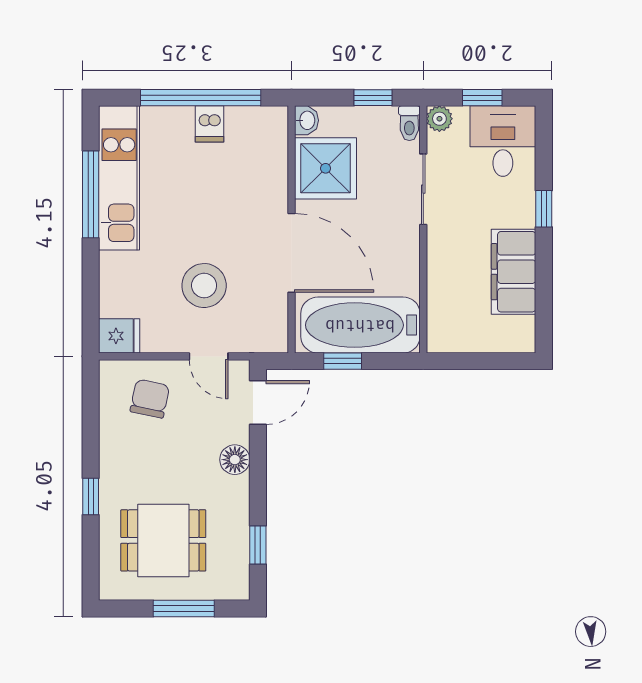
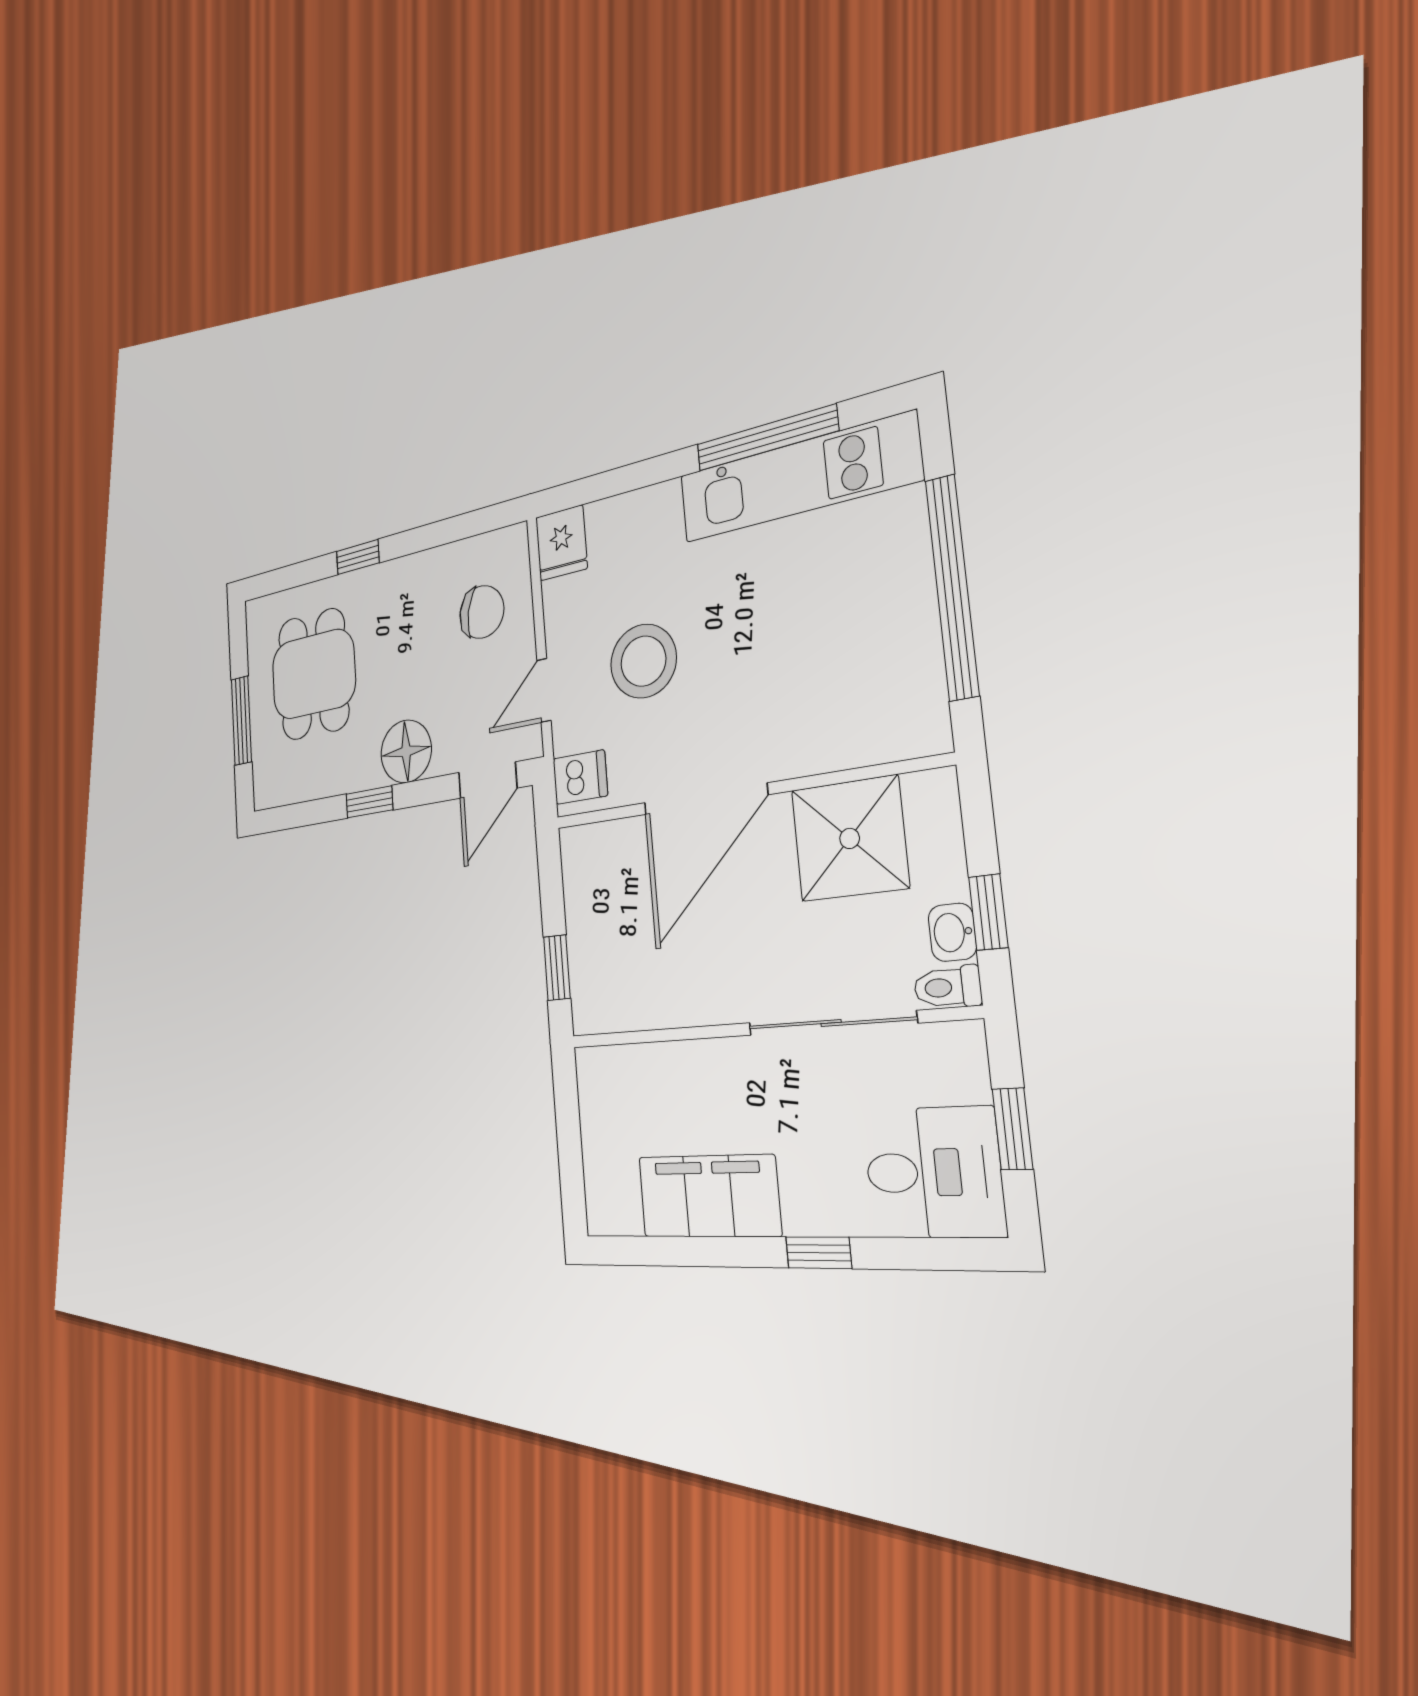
plant: (439, 119) -> (962, 1045), removed
washbasin: (307, 120) -> (952, 932), moved, turned 90
dishwasher: (209, 124) -> (580, 777), moved, turned 180
sliding door: (423, 189) -> (831, 1023), width x1.37
bathtub: (360, 325) -> (606, 932), removed
window: (343, 361) -> (557, 968), moved
door: (258, 403) -> (488, 780), hinge flipped
floor lamp: (235, 460) -> (406, 751), width x1.38, depth x1.38
window: (258, 545) -> (369, 802), moved

